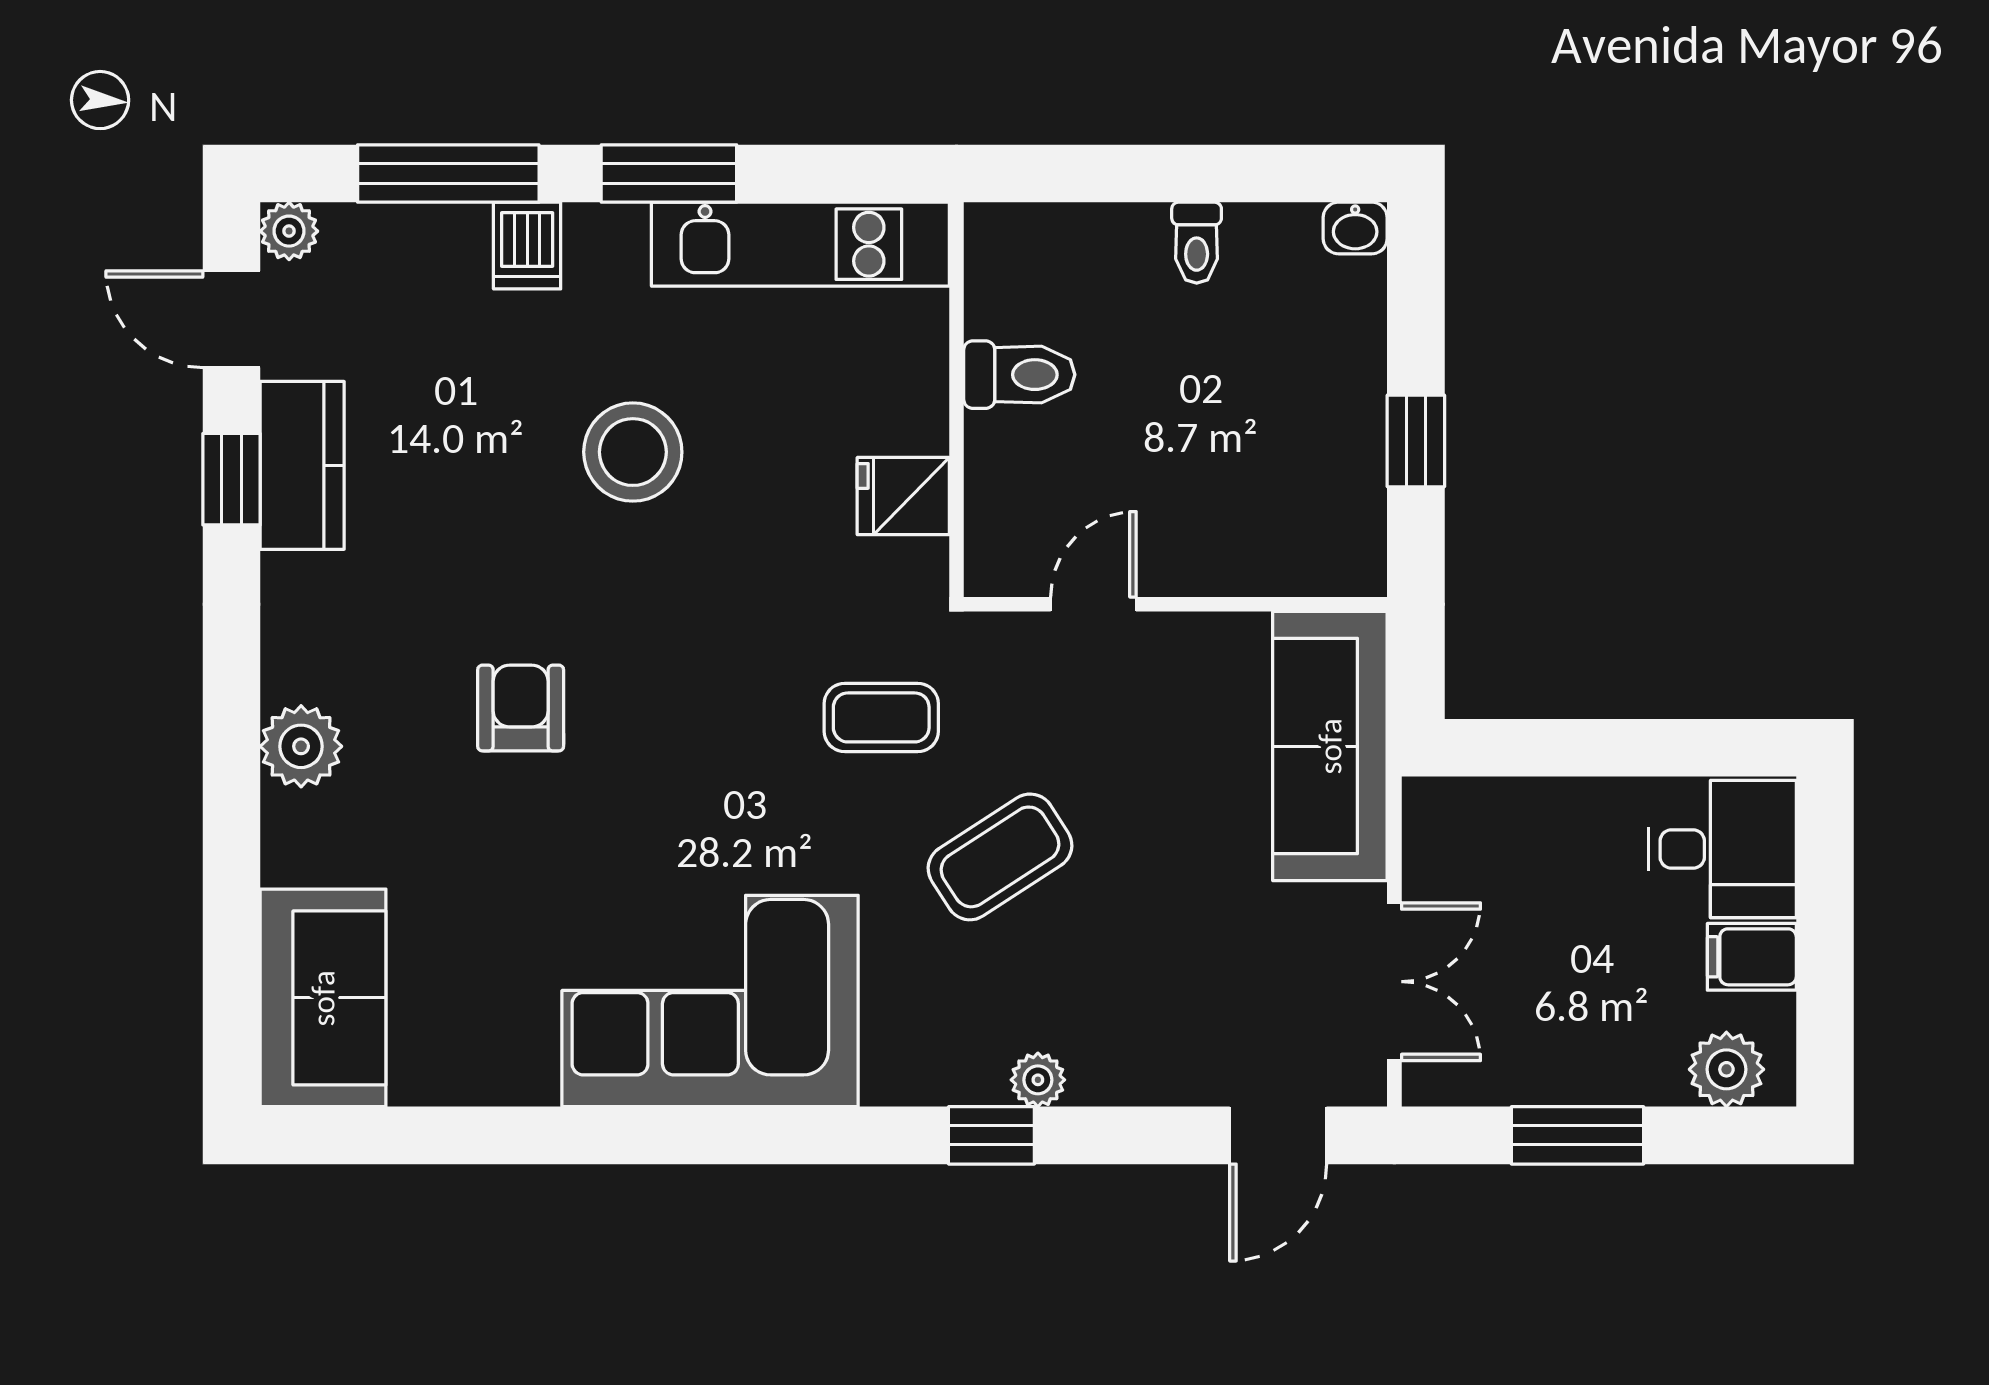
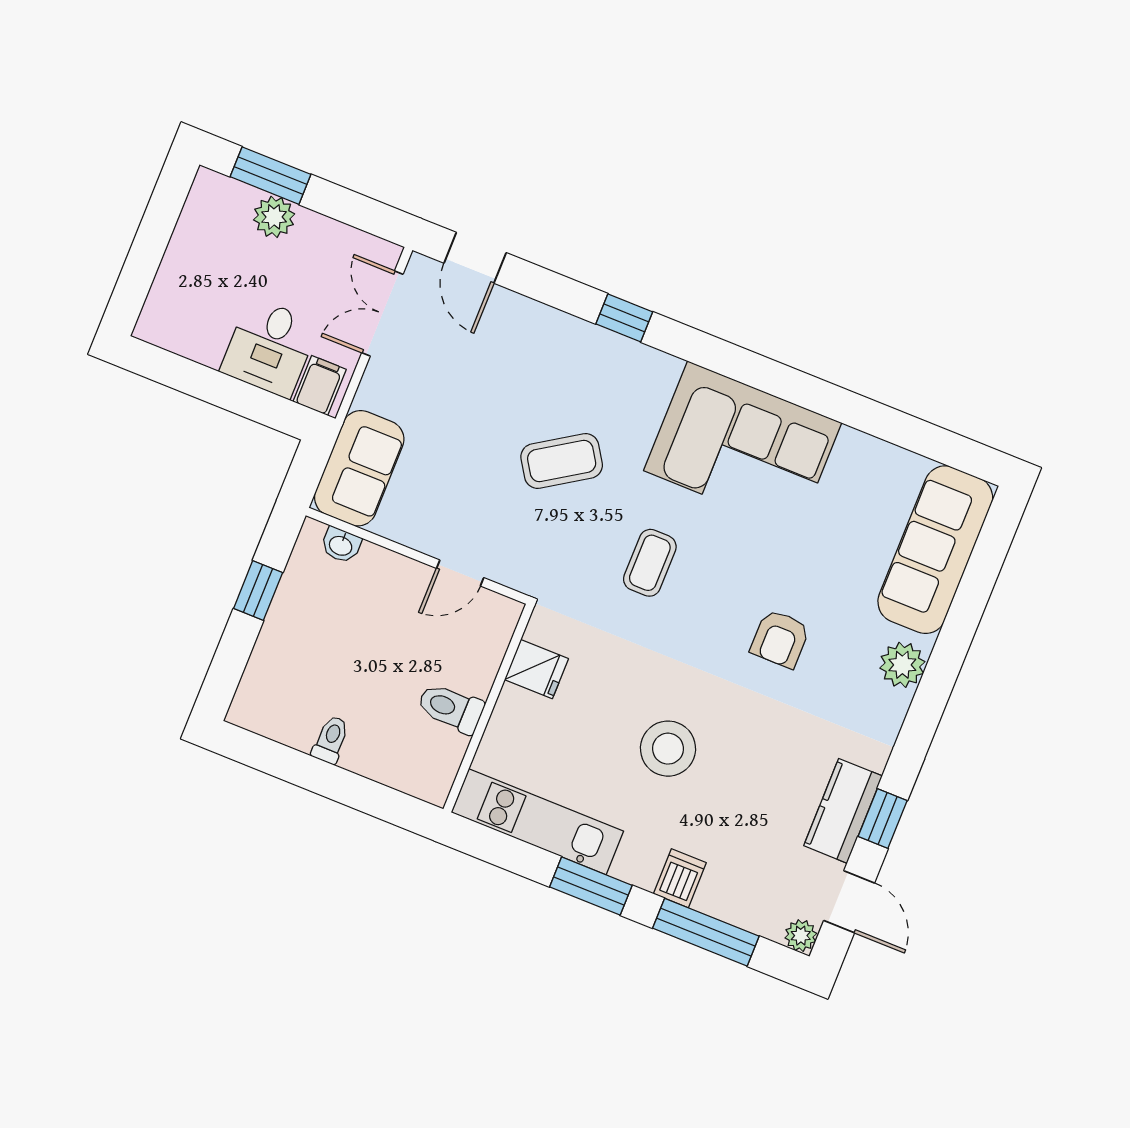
washbasin: (1355, 228) -> (341, 545), moved, turned 180
coffee table: (881, 717) -> (650, 563), moved, turned 90
sofa: (1330, 746) -> (359, 468), width x0.73
desk: (1722, 849) -> (270, 348), moved, turned -90
filing cabinet: (1752, 957) -> (320, 385), moved, turned -90
sofa: (323, 998) -> (935, 550), width x1.36
plant: (1726, 1069) -> (274, 217), moved
plant: (1038, 1080) -> (589, 337), removed
door: (1278, 1135) -> (475, 258), swing flipped
window: (1578, 1135) -> (271, 176), moved

